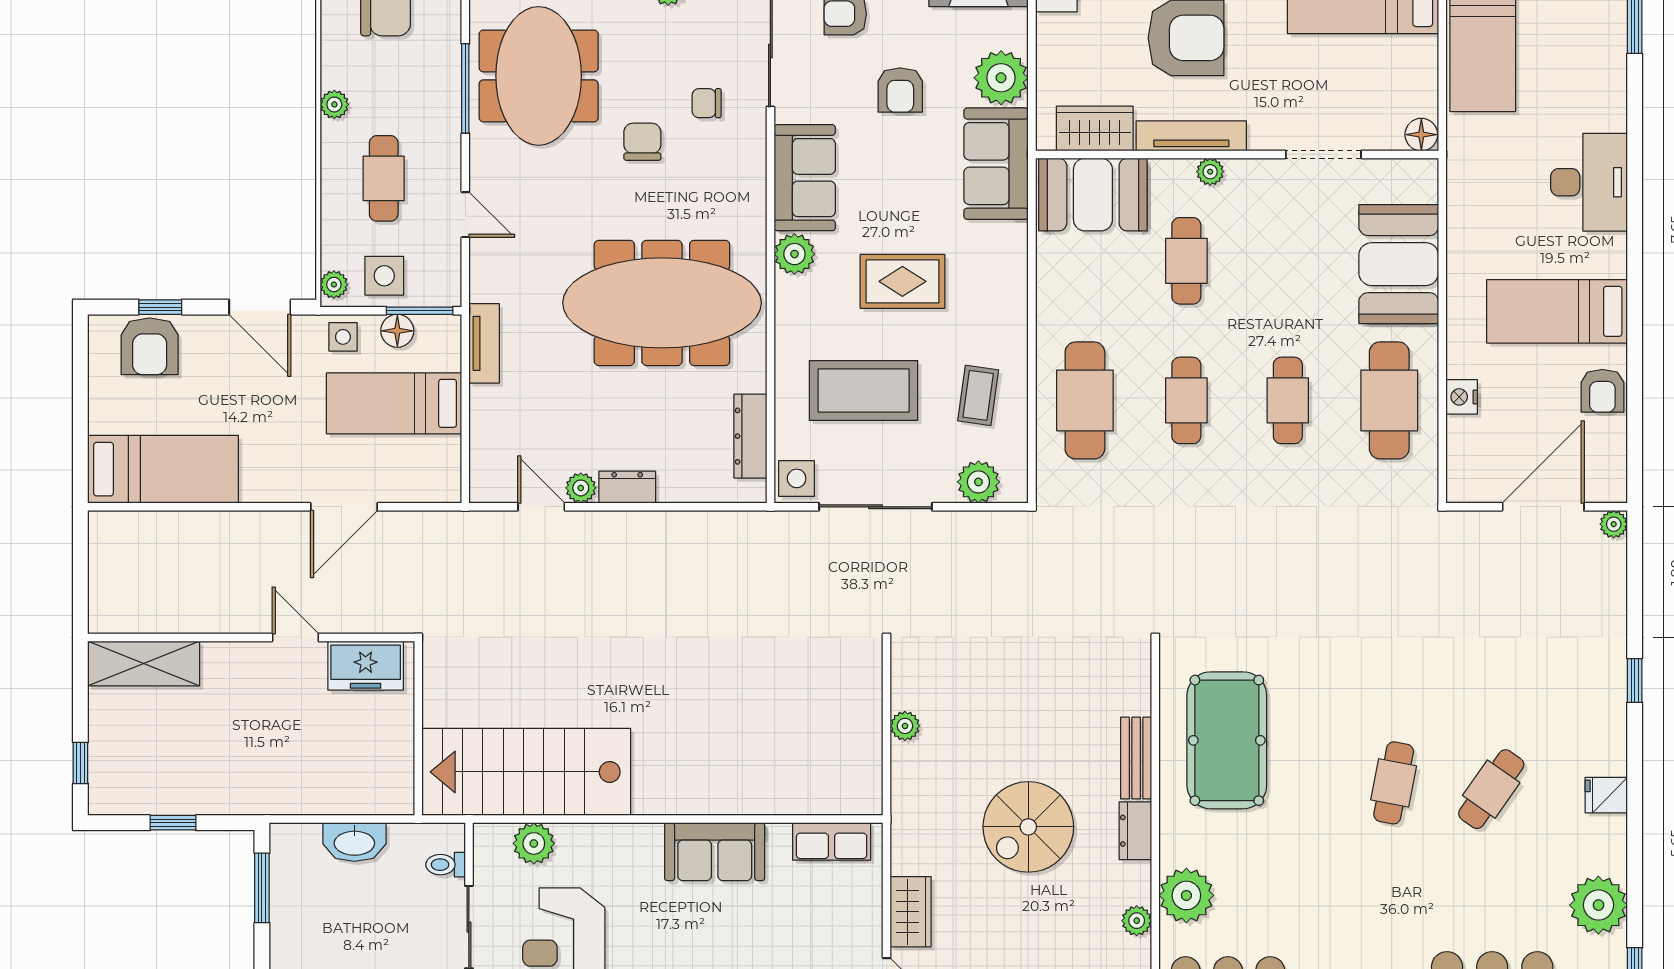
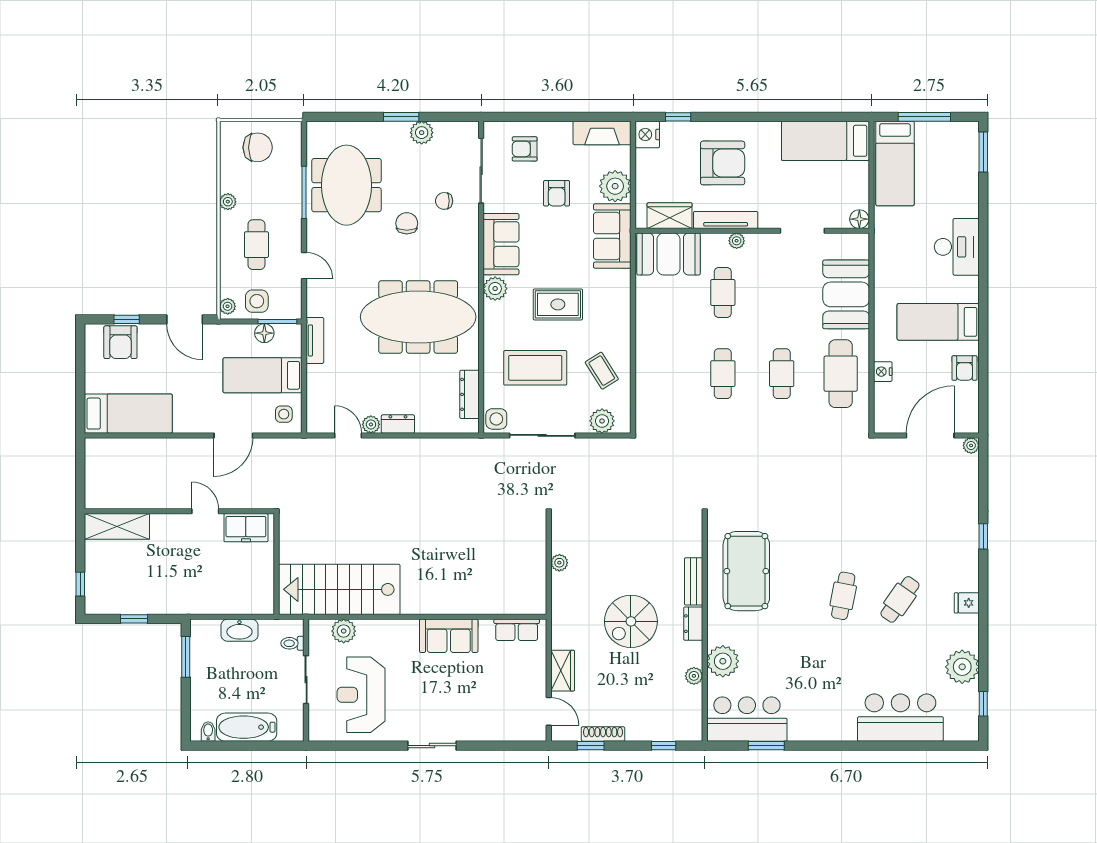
side table: (343, 337) -> (284, 414), moved
coffee table: (978, 395) -> (602, 371), turned -40
cafe table: (1085, 400) -> (664, 374), removed

